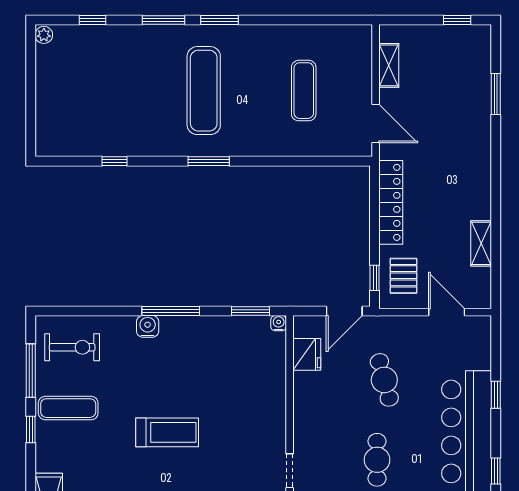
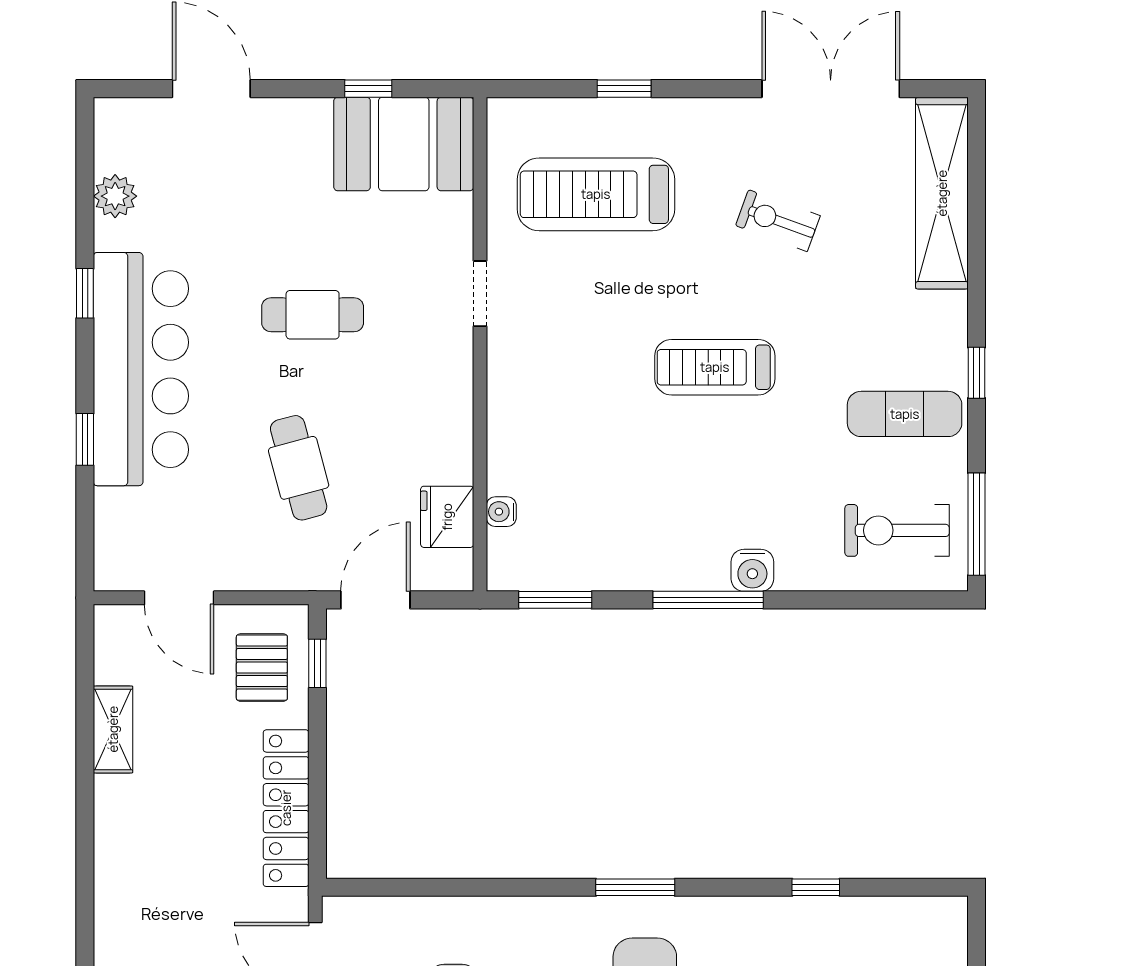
water cooler: (279, 323) -> (501, 512), moved, turned 90
window: (31, 371) -> (976, 524), moved
cafe table: (377, 460) -> (313, 315), turned 90

